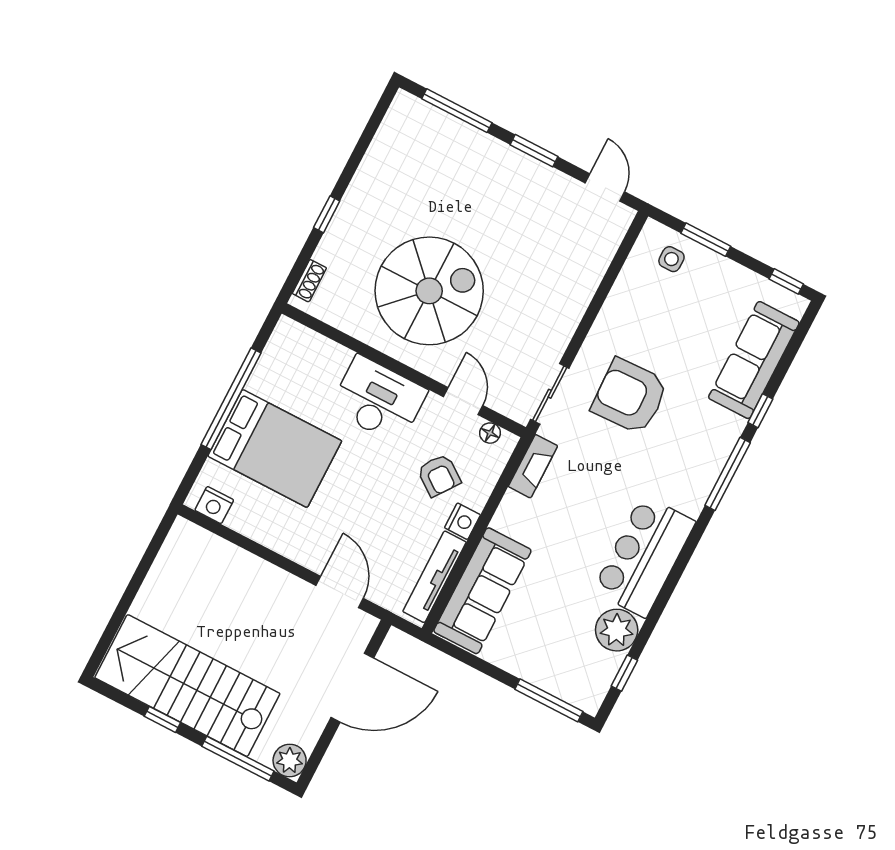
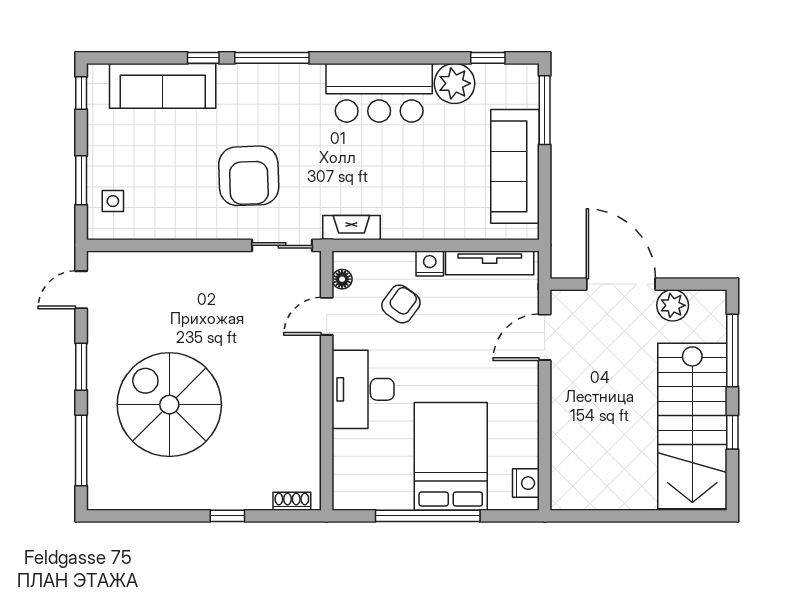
spiral stairs: (429, 291) -> (169, 405), moved
sofa: (482, 591) -> (515, 166), moved, turned -90
plant: (290, 760) -> (673, 305), moved

